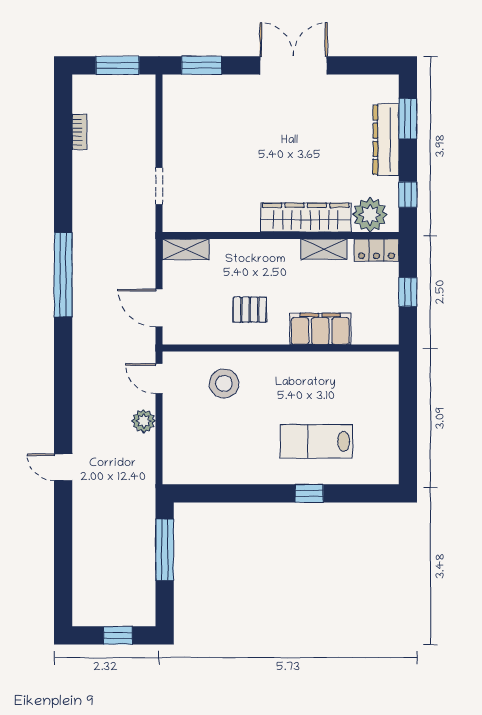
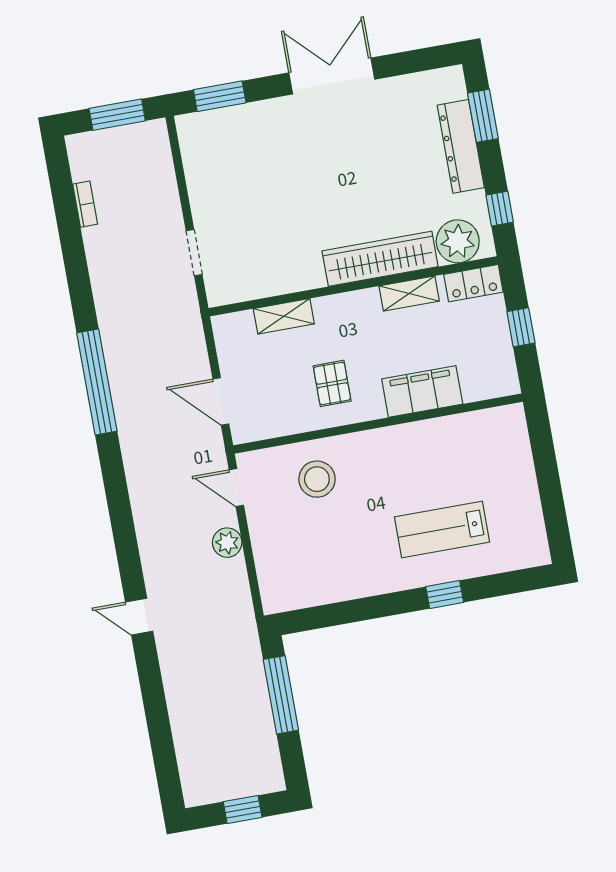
shelving: (186, 249) -> (284, 316), moved
pallet: (250, 310) -> (332, 383), turned 90

